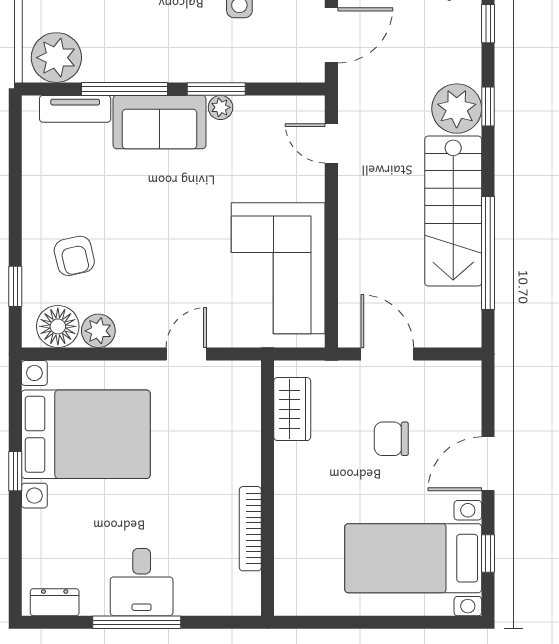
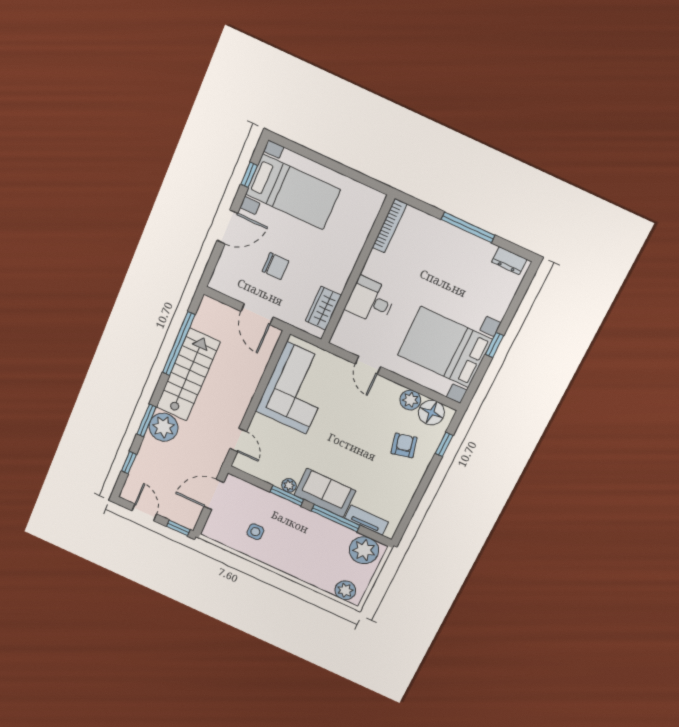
window: (488, 106) -> (146, 421), width x1.50
door: (186, 354) -> (368, 365), hinge flipped
bookcase: (250, 529) -> (390, 226), moved
desk: (142, 582) -> (371, 301), moved, turned -90

